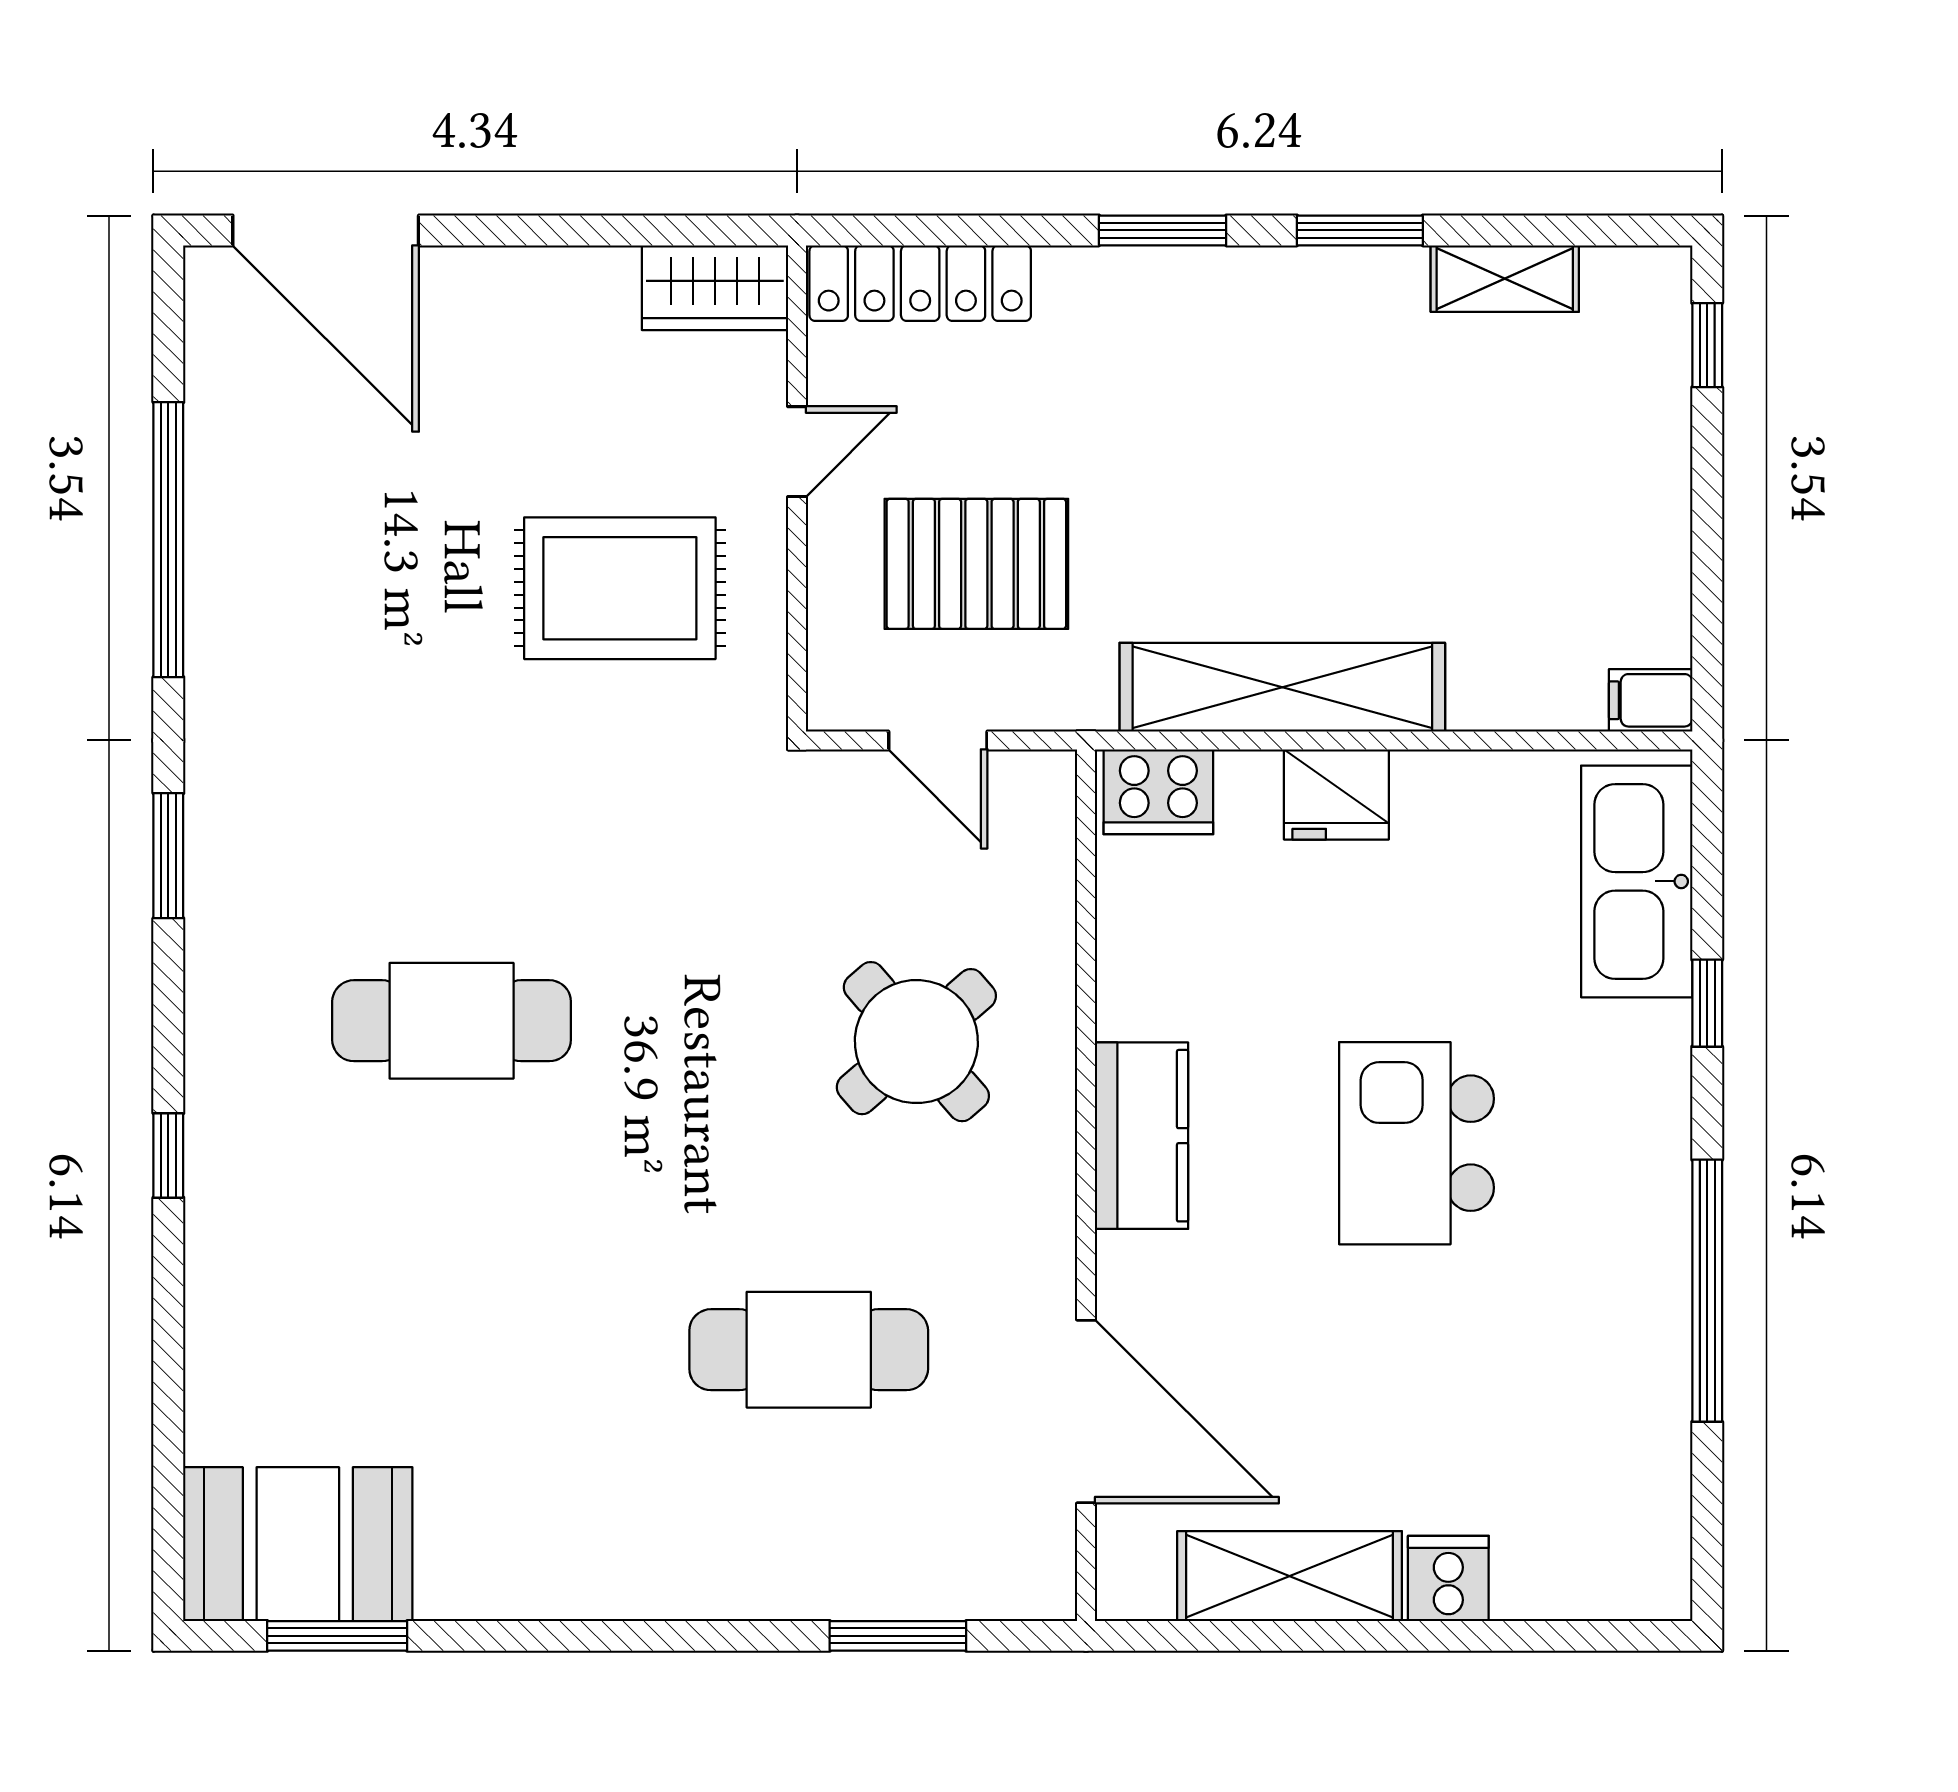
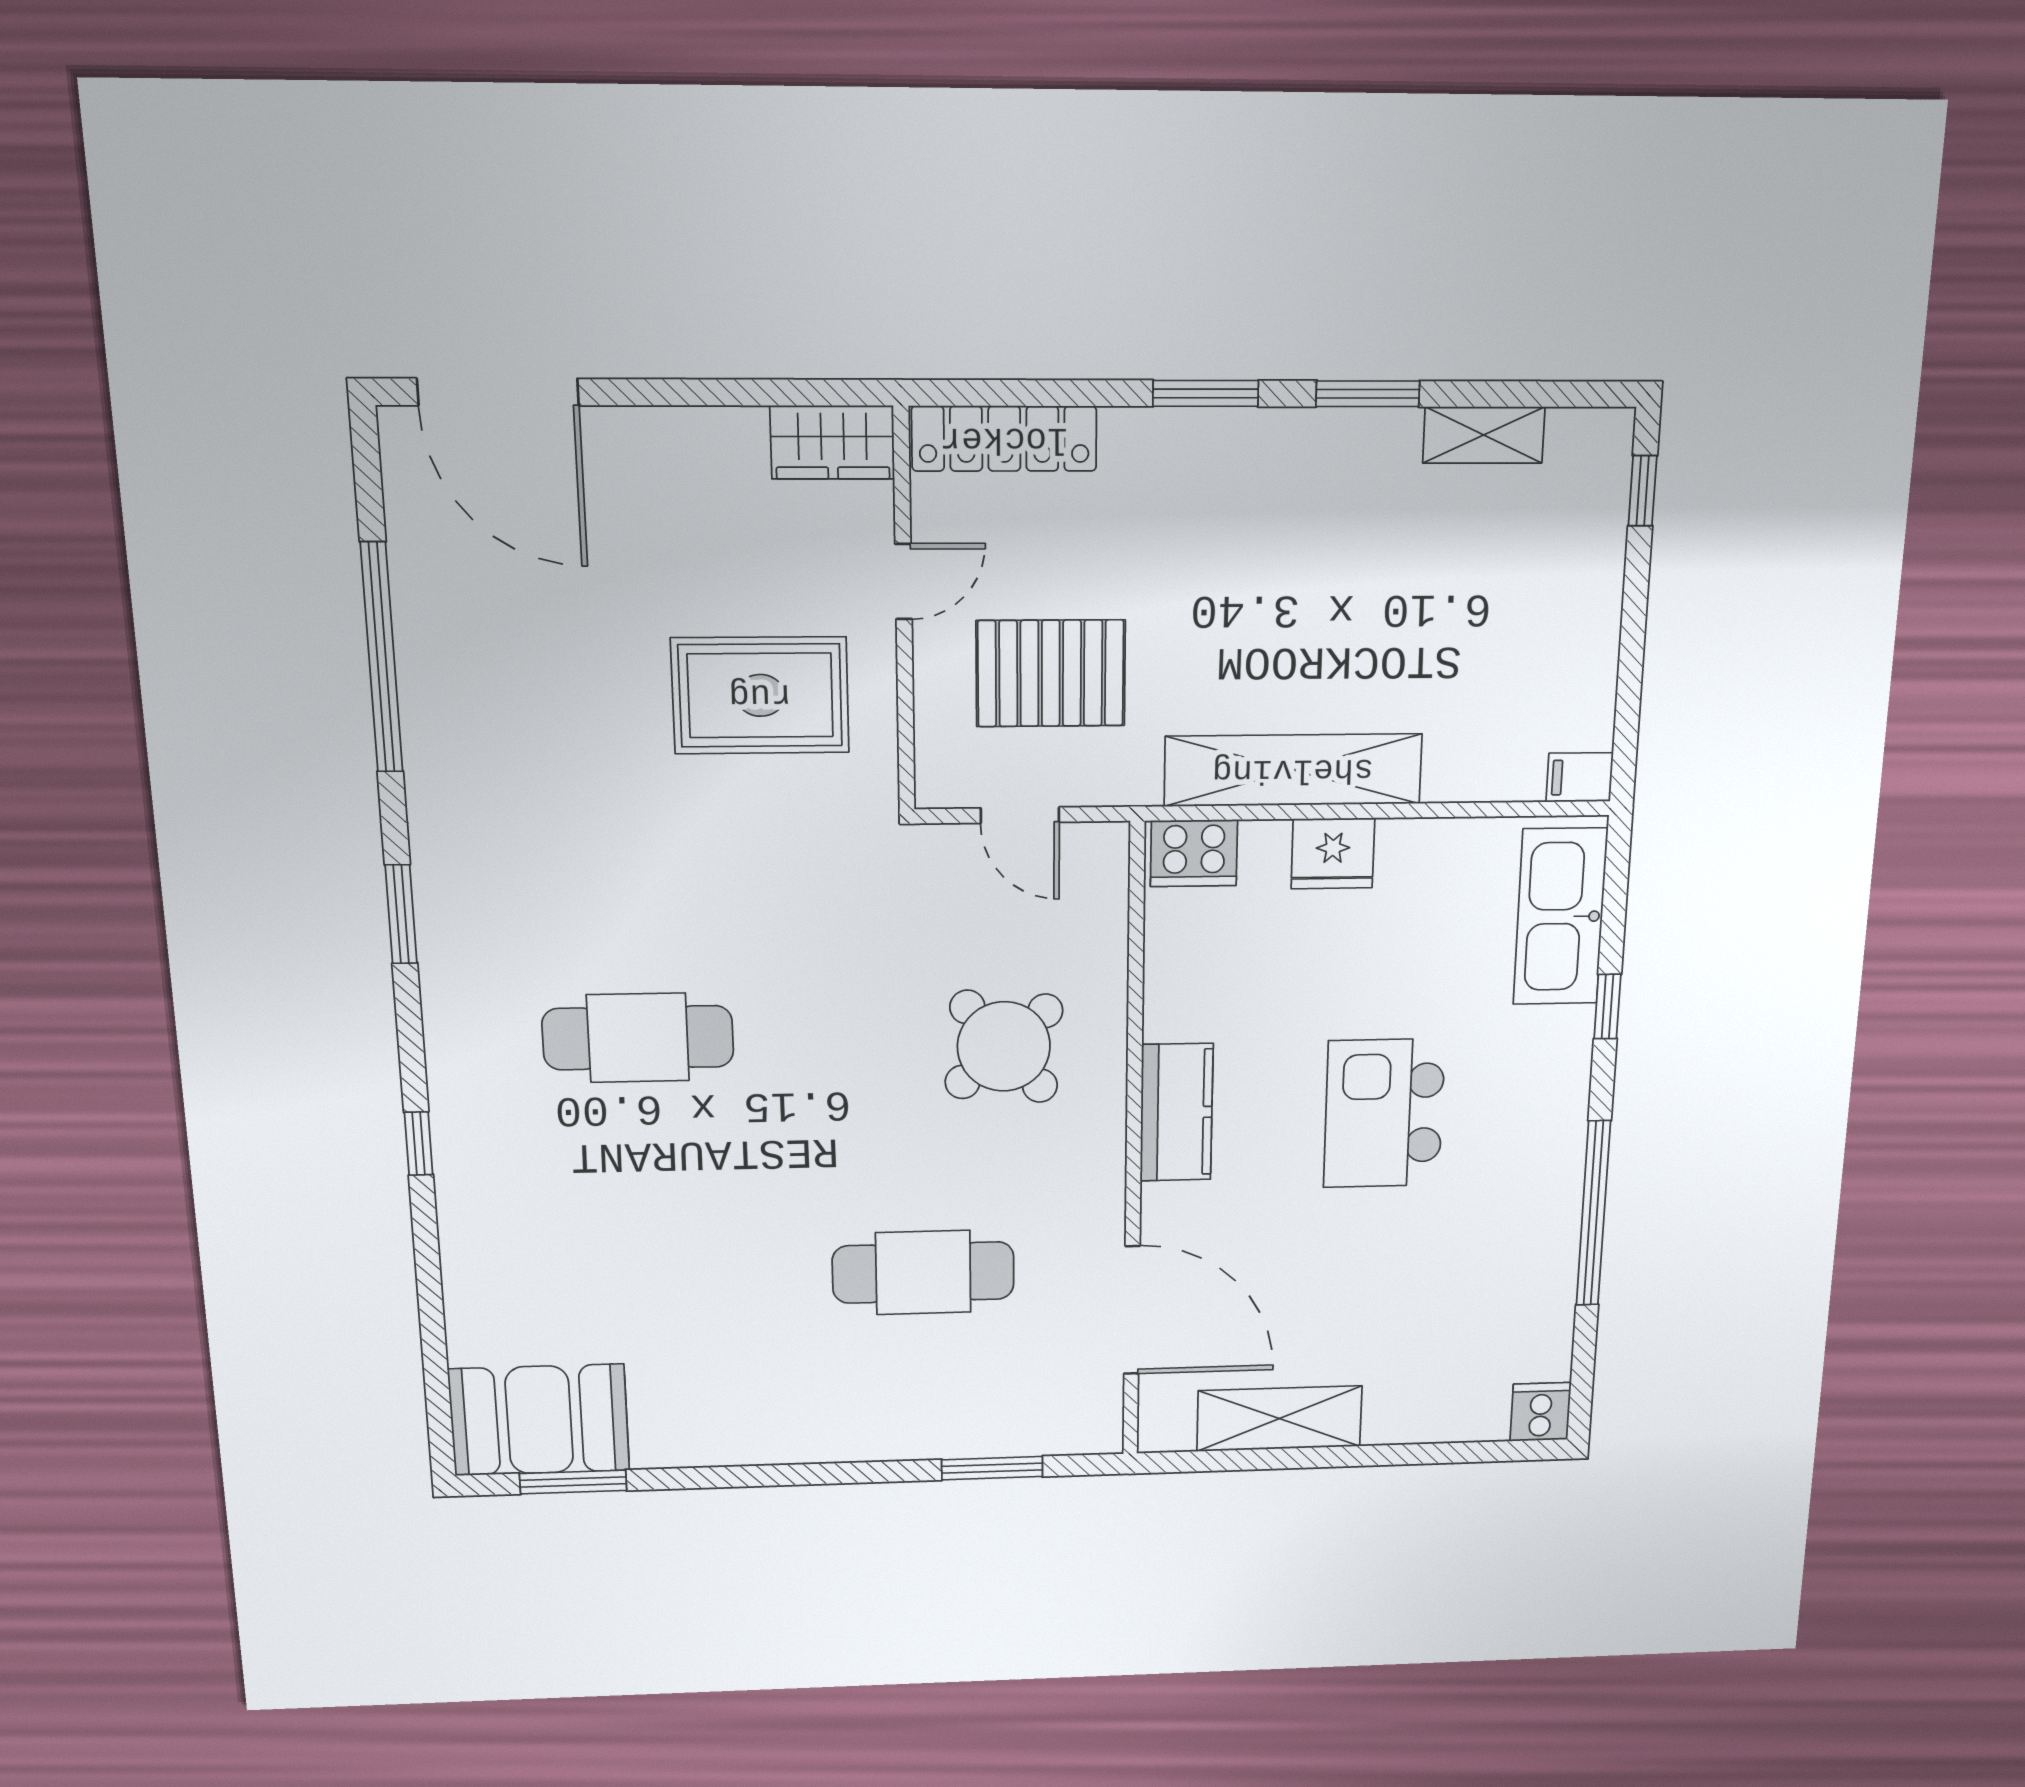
cooker: (1448, 1578) -> (1541, 1412), moved

